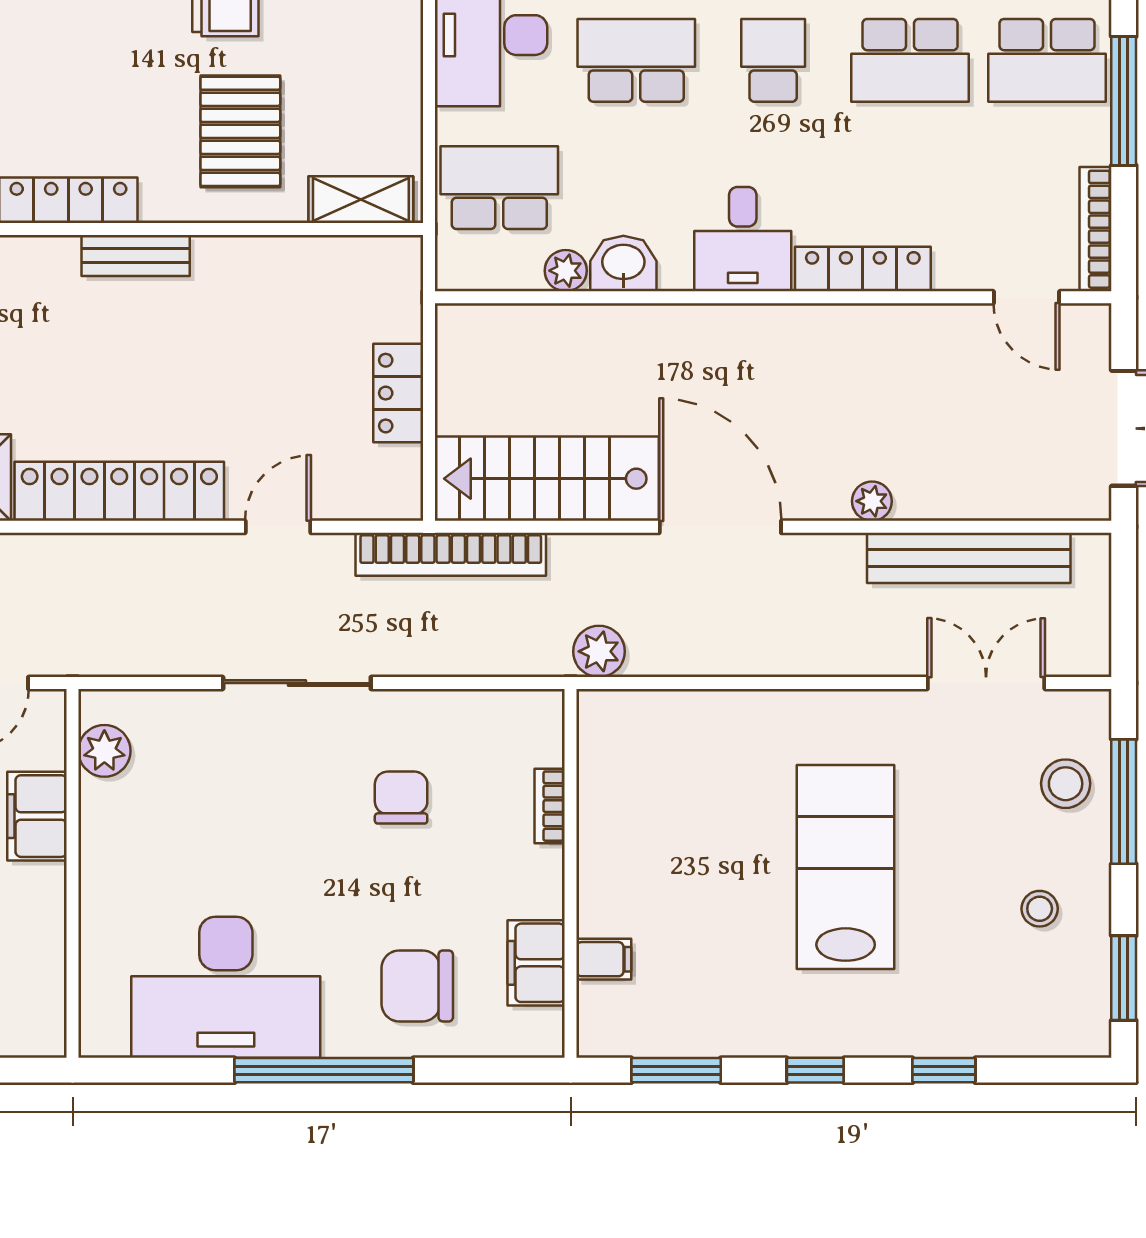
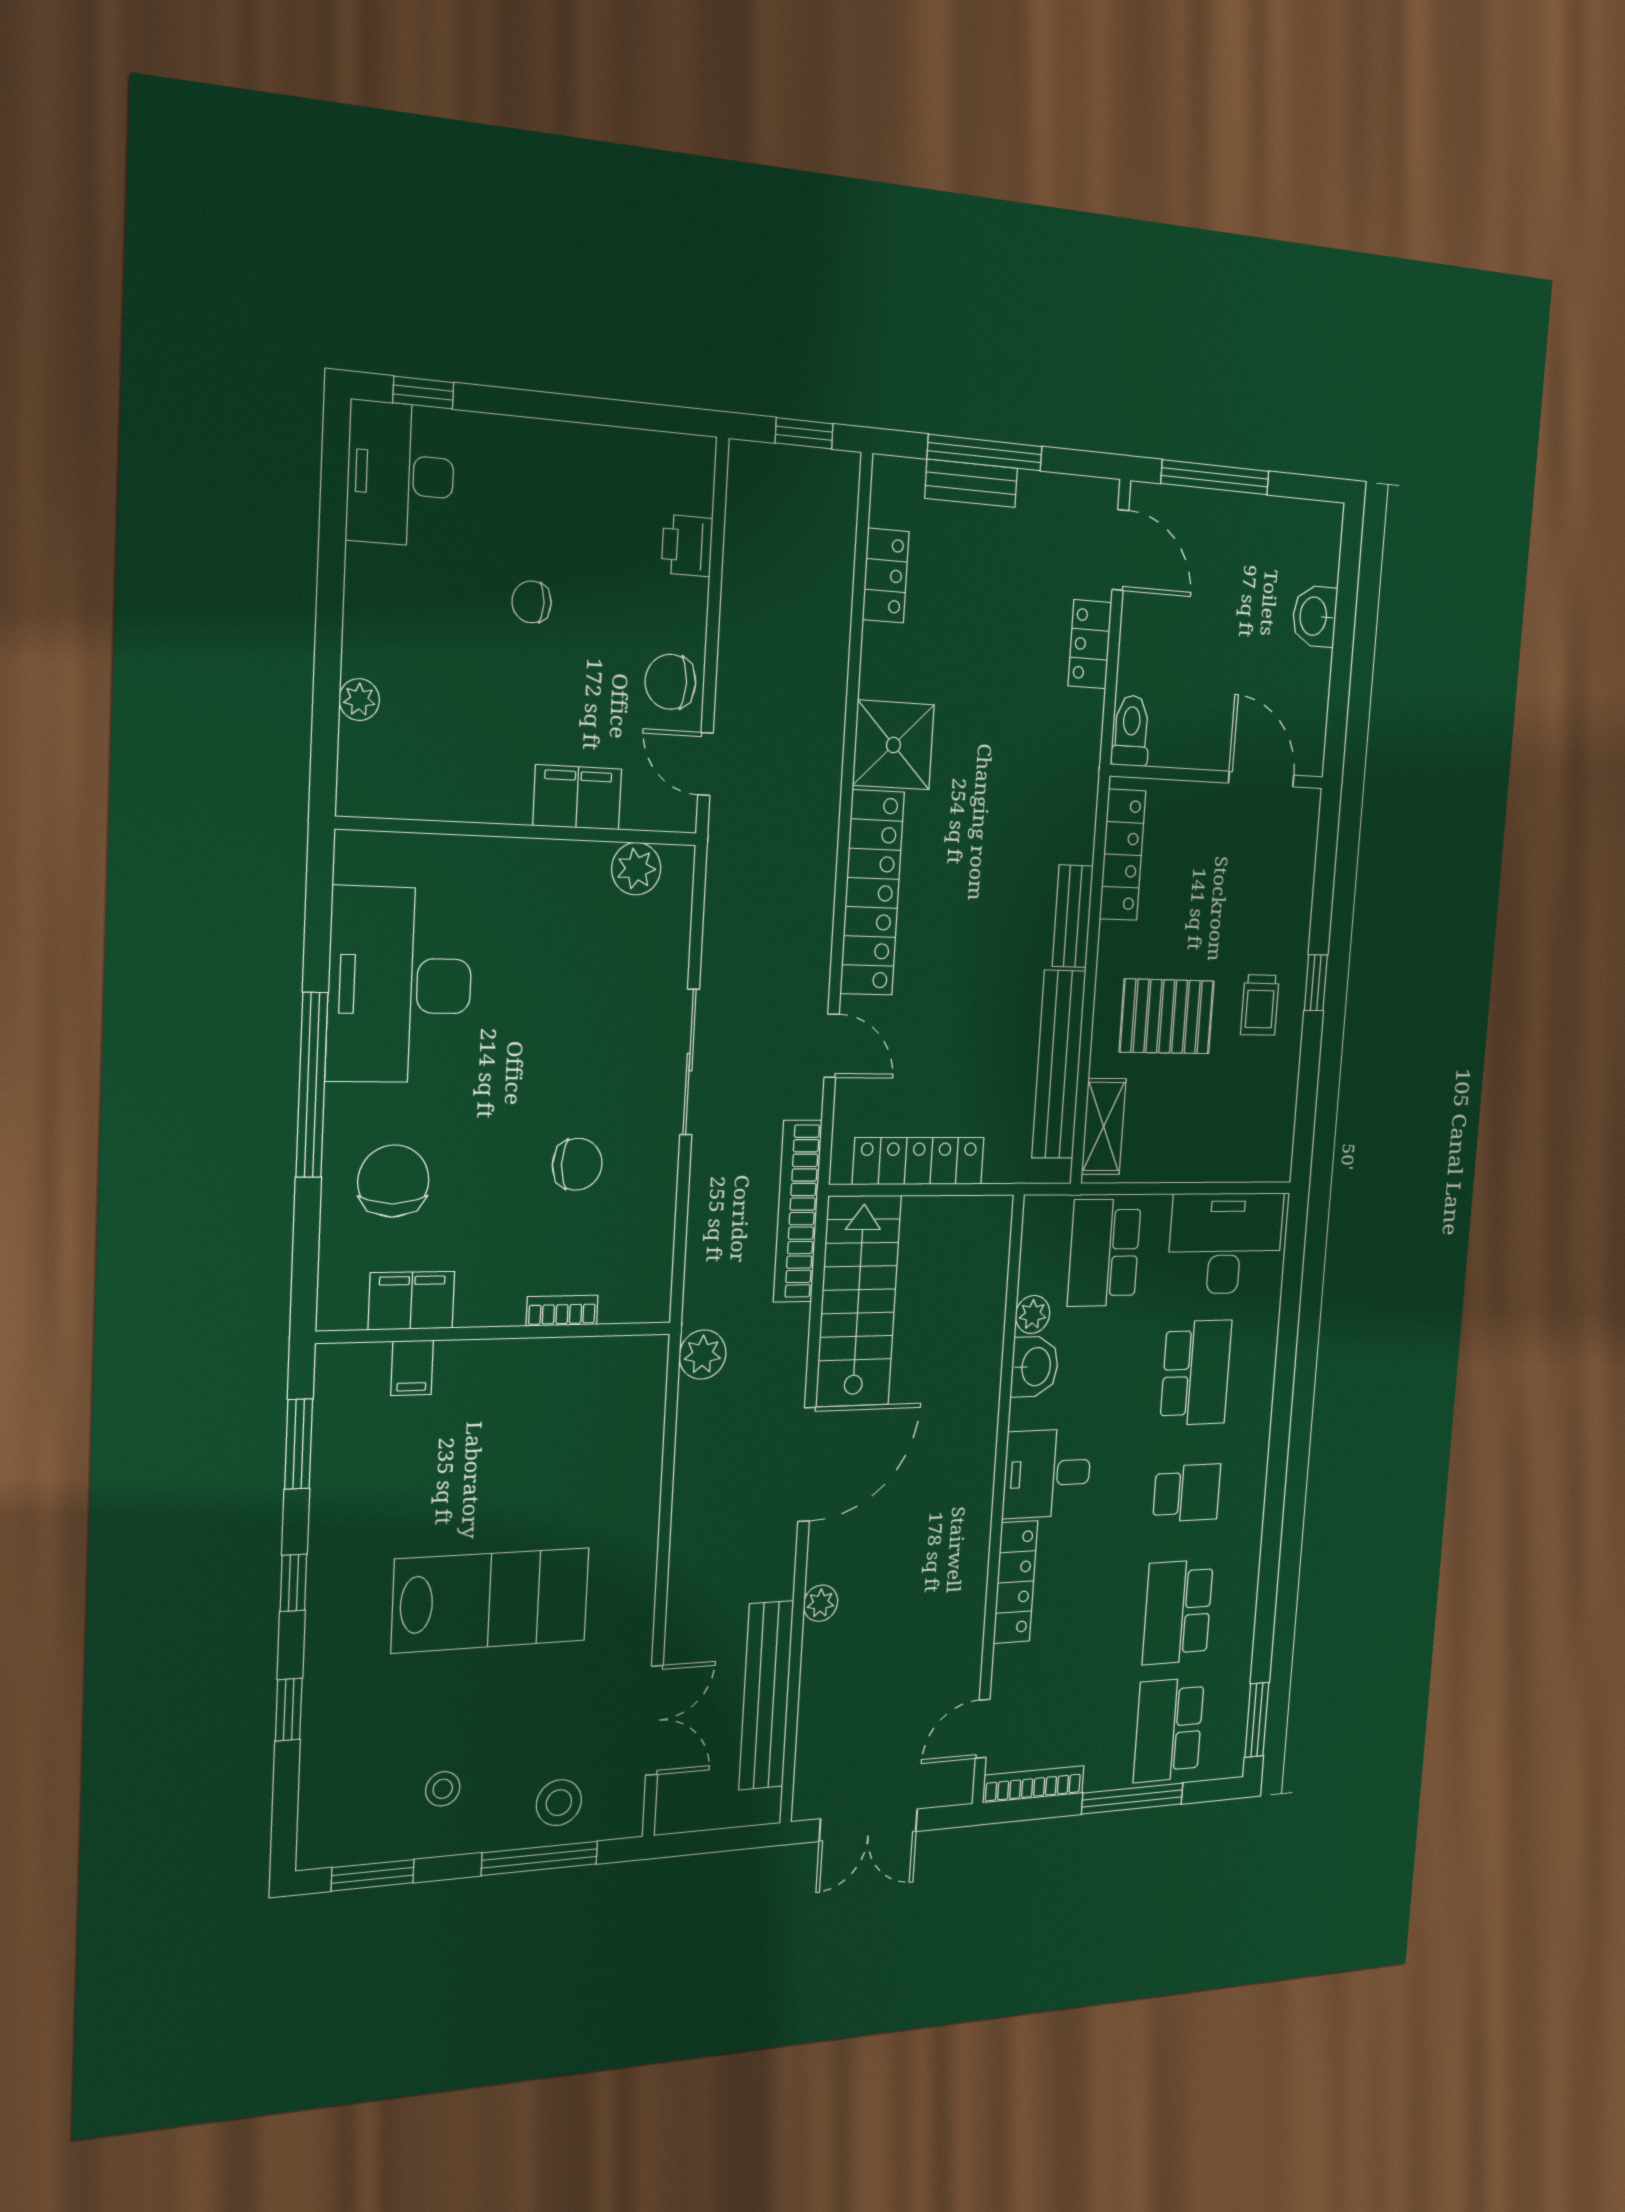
school desk: (499, 188) -> (1104, 1253), turned 180
bench: (294, 260) -> (1059, 1065), added
locker: (398, 393) -> (918, 1161), width x1.53

